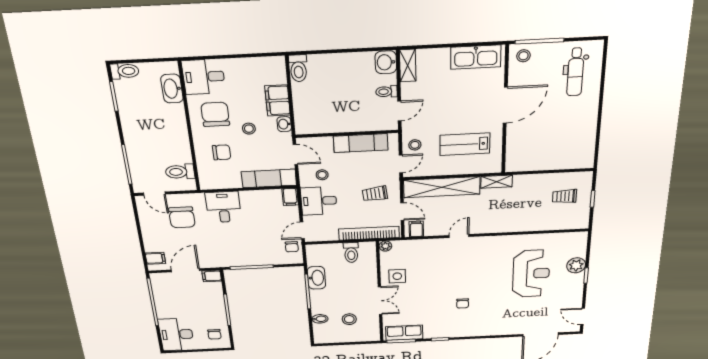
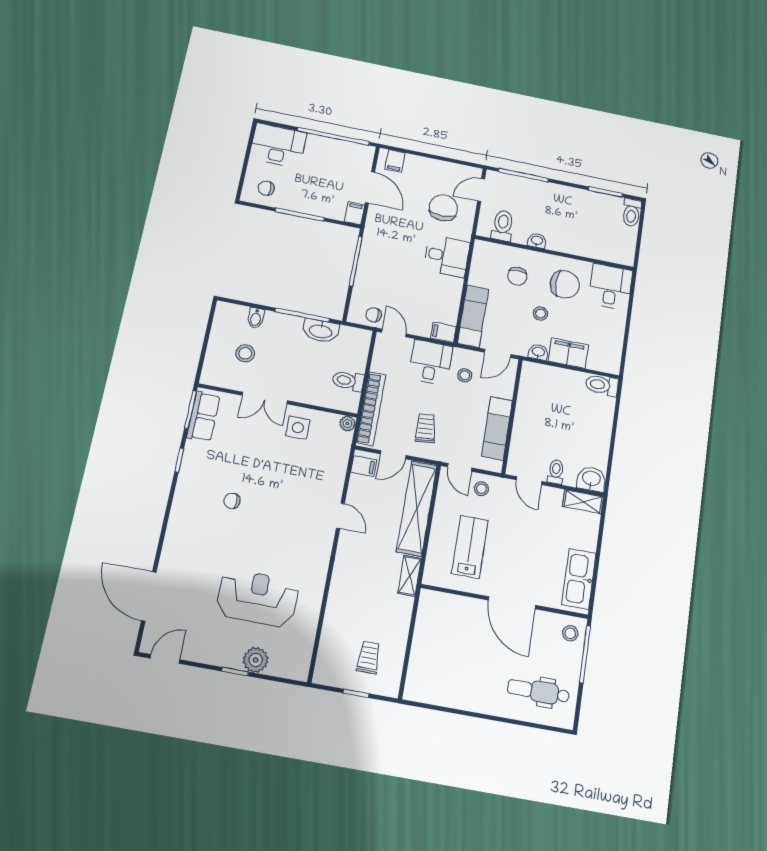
washbasin: (172, 89) -> (537, 241), moved, width x0.52, depth x0.69
chair: (182, 217) -> (443, 208), turned 90
reception desk: (531, 274) -> (258, 598), turned 180

